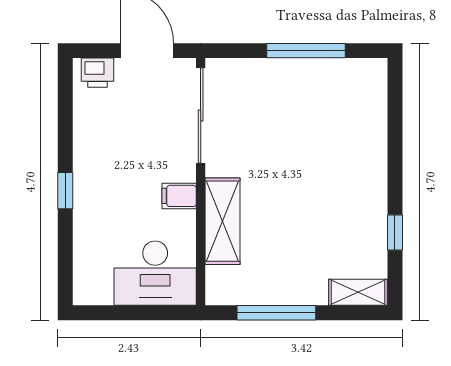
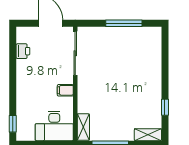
printer: (97, 73) -> (23, 51), moved, turned -90
window: (65, 191) -> (13, 124), moved
shelving: (222, 221) -> (83, 127), moved, width x0.67, depth x0.75

